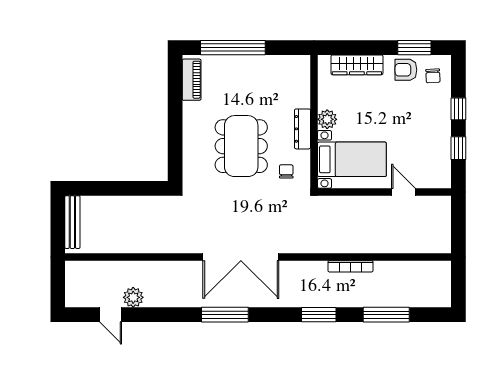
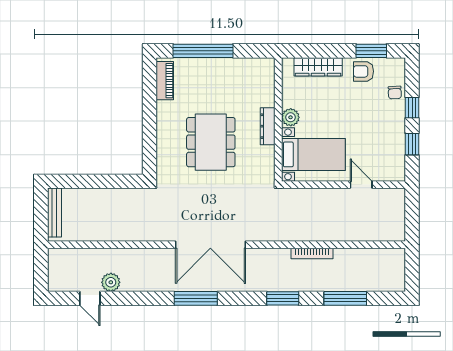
chair: (433, 76) -> (395, 93), moved
chair: (286, 171) -> (253, 166), removed

